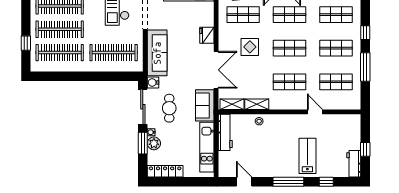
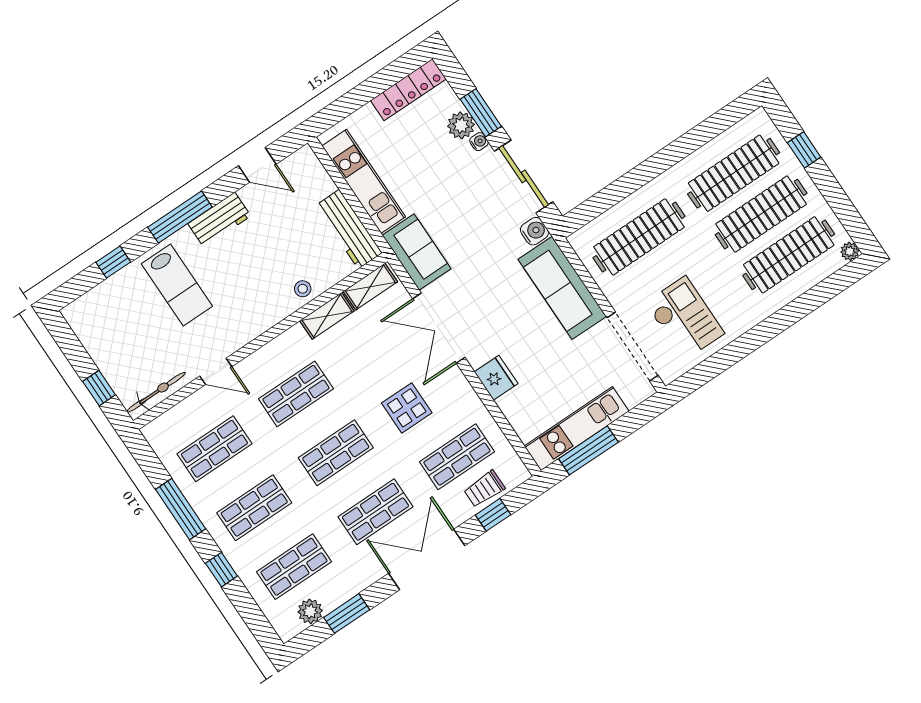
cafe table: (169, 108) -> (476, 205), removed
bicycle: (344, 119) -> (156, 392), added
window: (365, 149) -> (99, 388), moved
workbench: (354, 164) -> (219, 220), moved, turned 90

